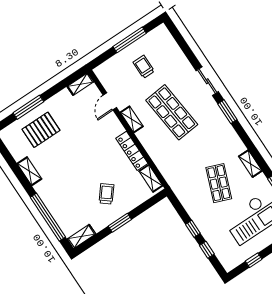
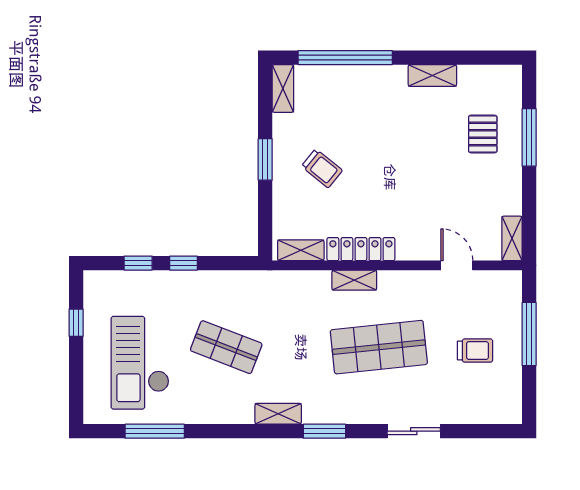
window: (130, 40) -> (529, 334), moved
sliding door: (207, 81) -> (414, 431), moved
shelving: (132, 119) -> (354, 280), moved
pallet: (41, 130) -> (483, 134), width x0.67, depth x0.71
shelving: (250, 164) -> (278, 414), moved

